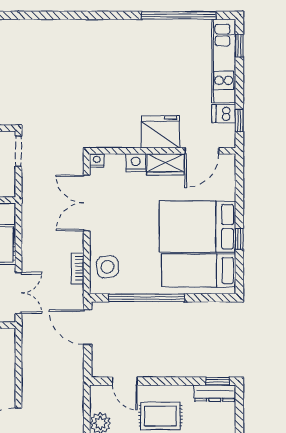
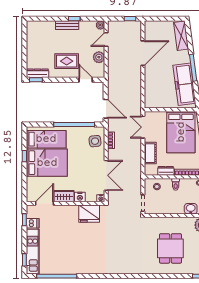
fridge: (161, 132) -> (89, 214), moved

